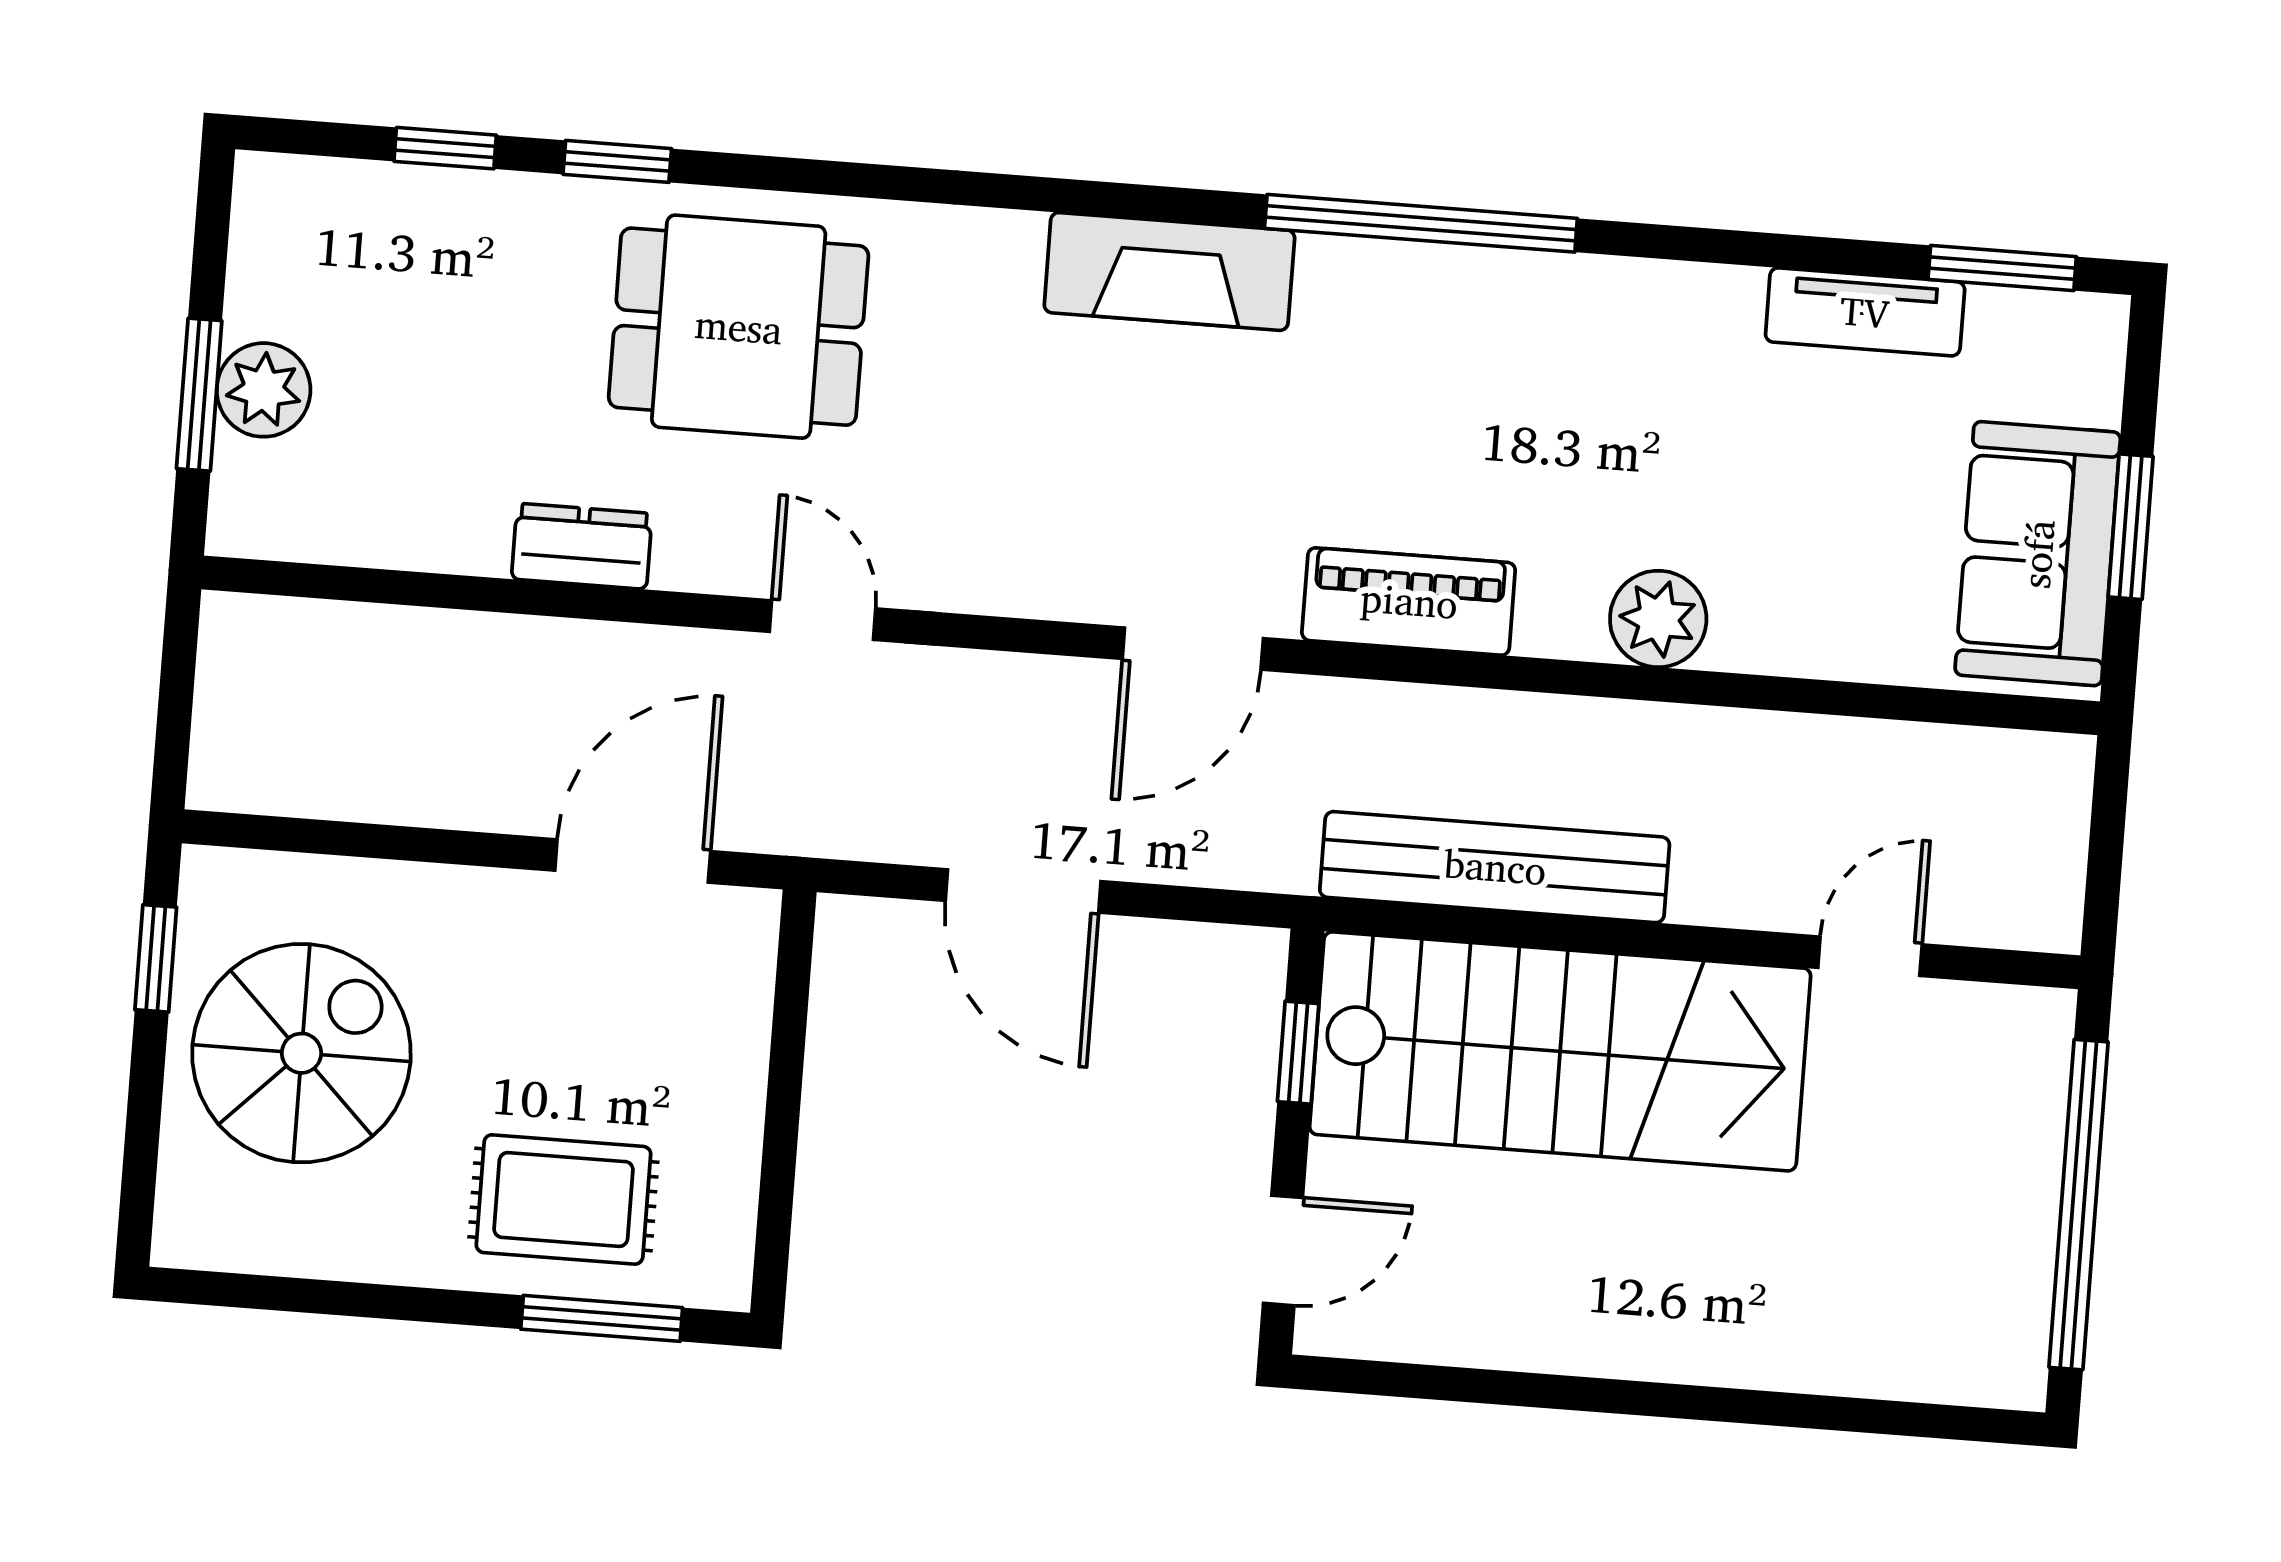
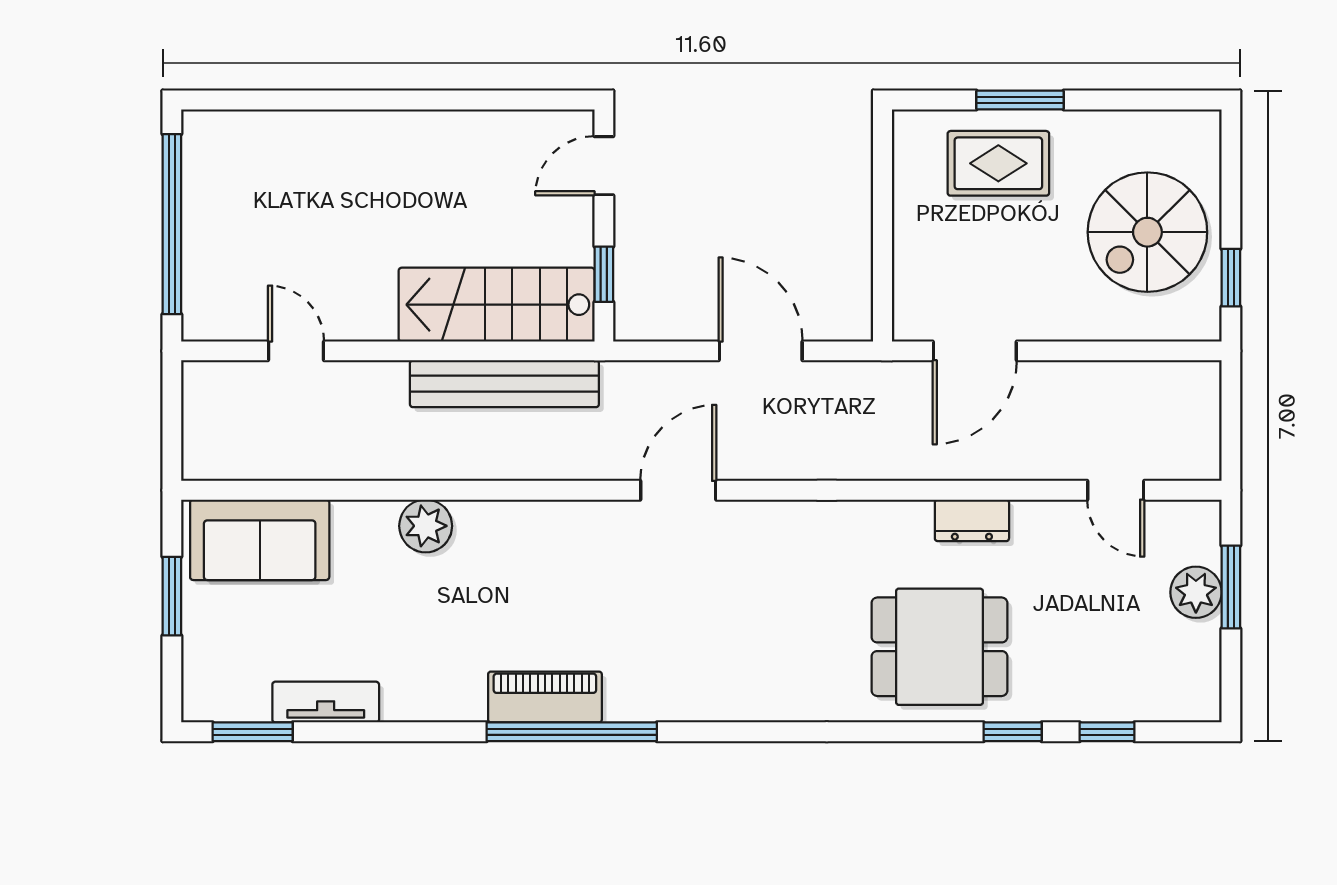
fireplace: (1169, 271) -> (707, 695), removed
dresser: (582, 546) -> (972, 520), moved
sofa: (2038, 554) -> (260, 540), moved, turned 90
piano: (1409, 601) -> (545, 697), moved, turned 180
door: (823, 620) -> (1116, 490), moved
door: (1870, 956) -> (296, 351), swing flipped
stairs: (1560, 1051) -> (497, 305), width x0.73, depth x0.66
window: (602, 1318) -> (1020, 100), moved

